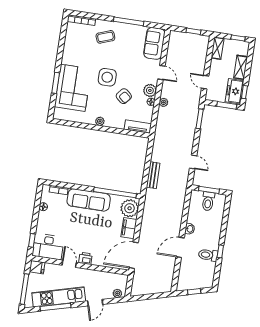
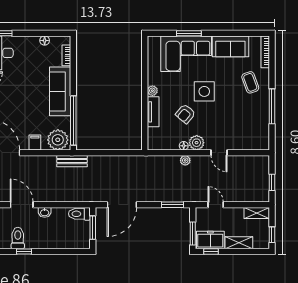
sofa: (154, 43) -> (230, 46), moved, turned 180
door: (161, 73) -> (219, 153), hinge flipped
door: (205, 82) -> (216, 205), hinge flipped
tv unit: (138, 126) -> (153, 112), moved
door: (193, 162) -> (122, 205), width x1.88
bench: (153, 175) -> (72, 161), moved
toilet: (208, 201) -> (79, 214), moved
filing cabinet: (129, 228) -> (35, 142), width x0.50

